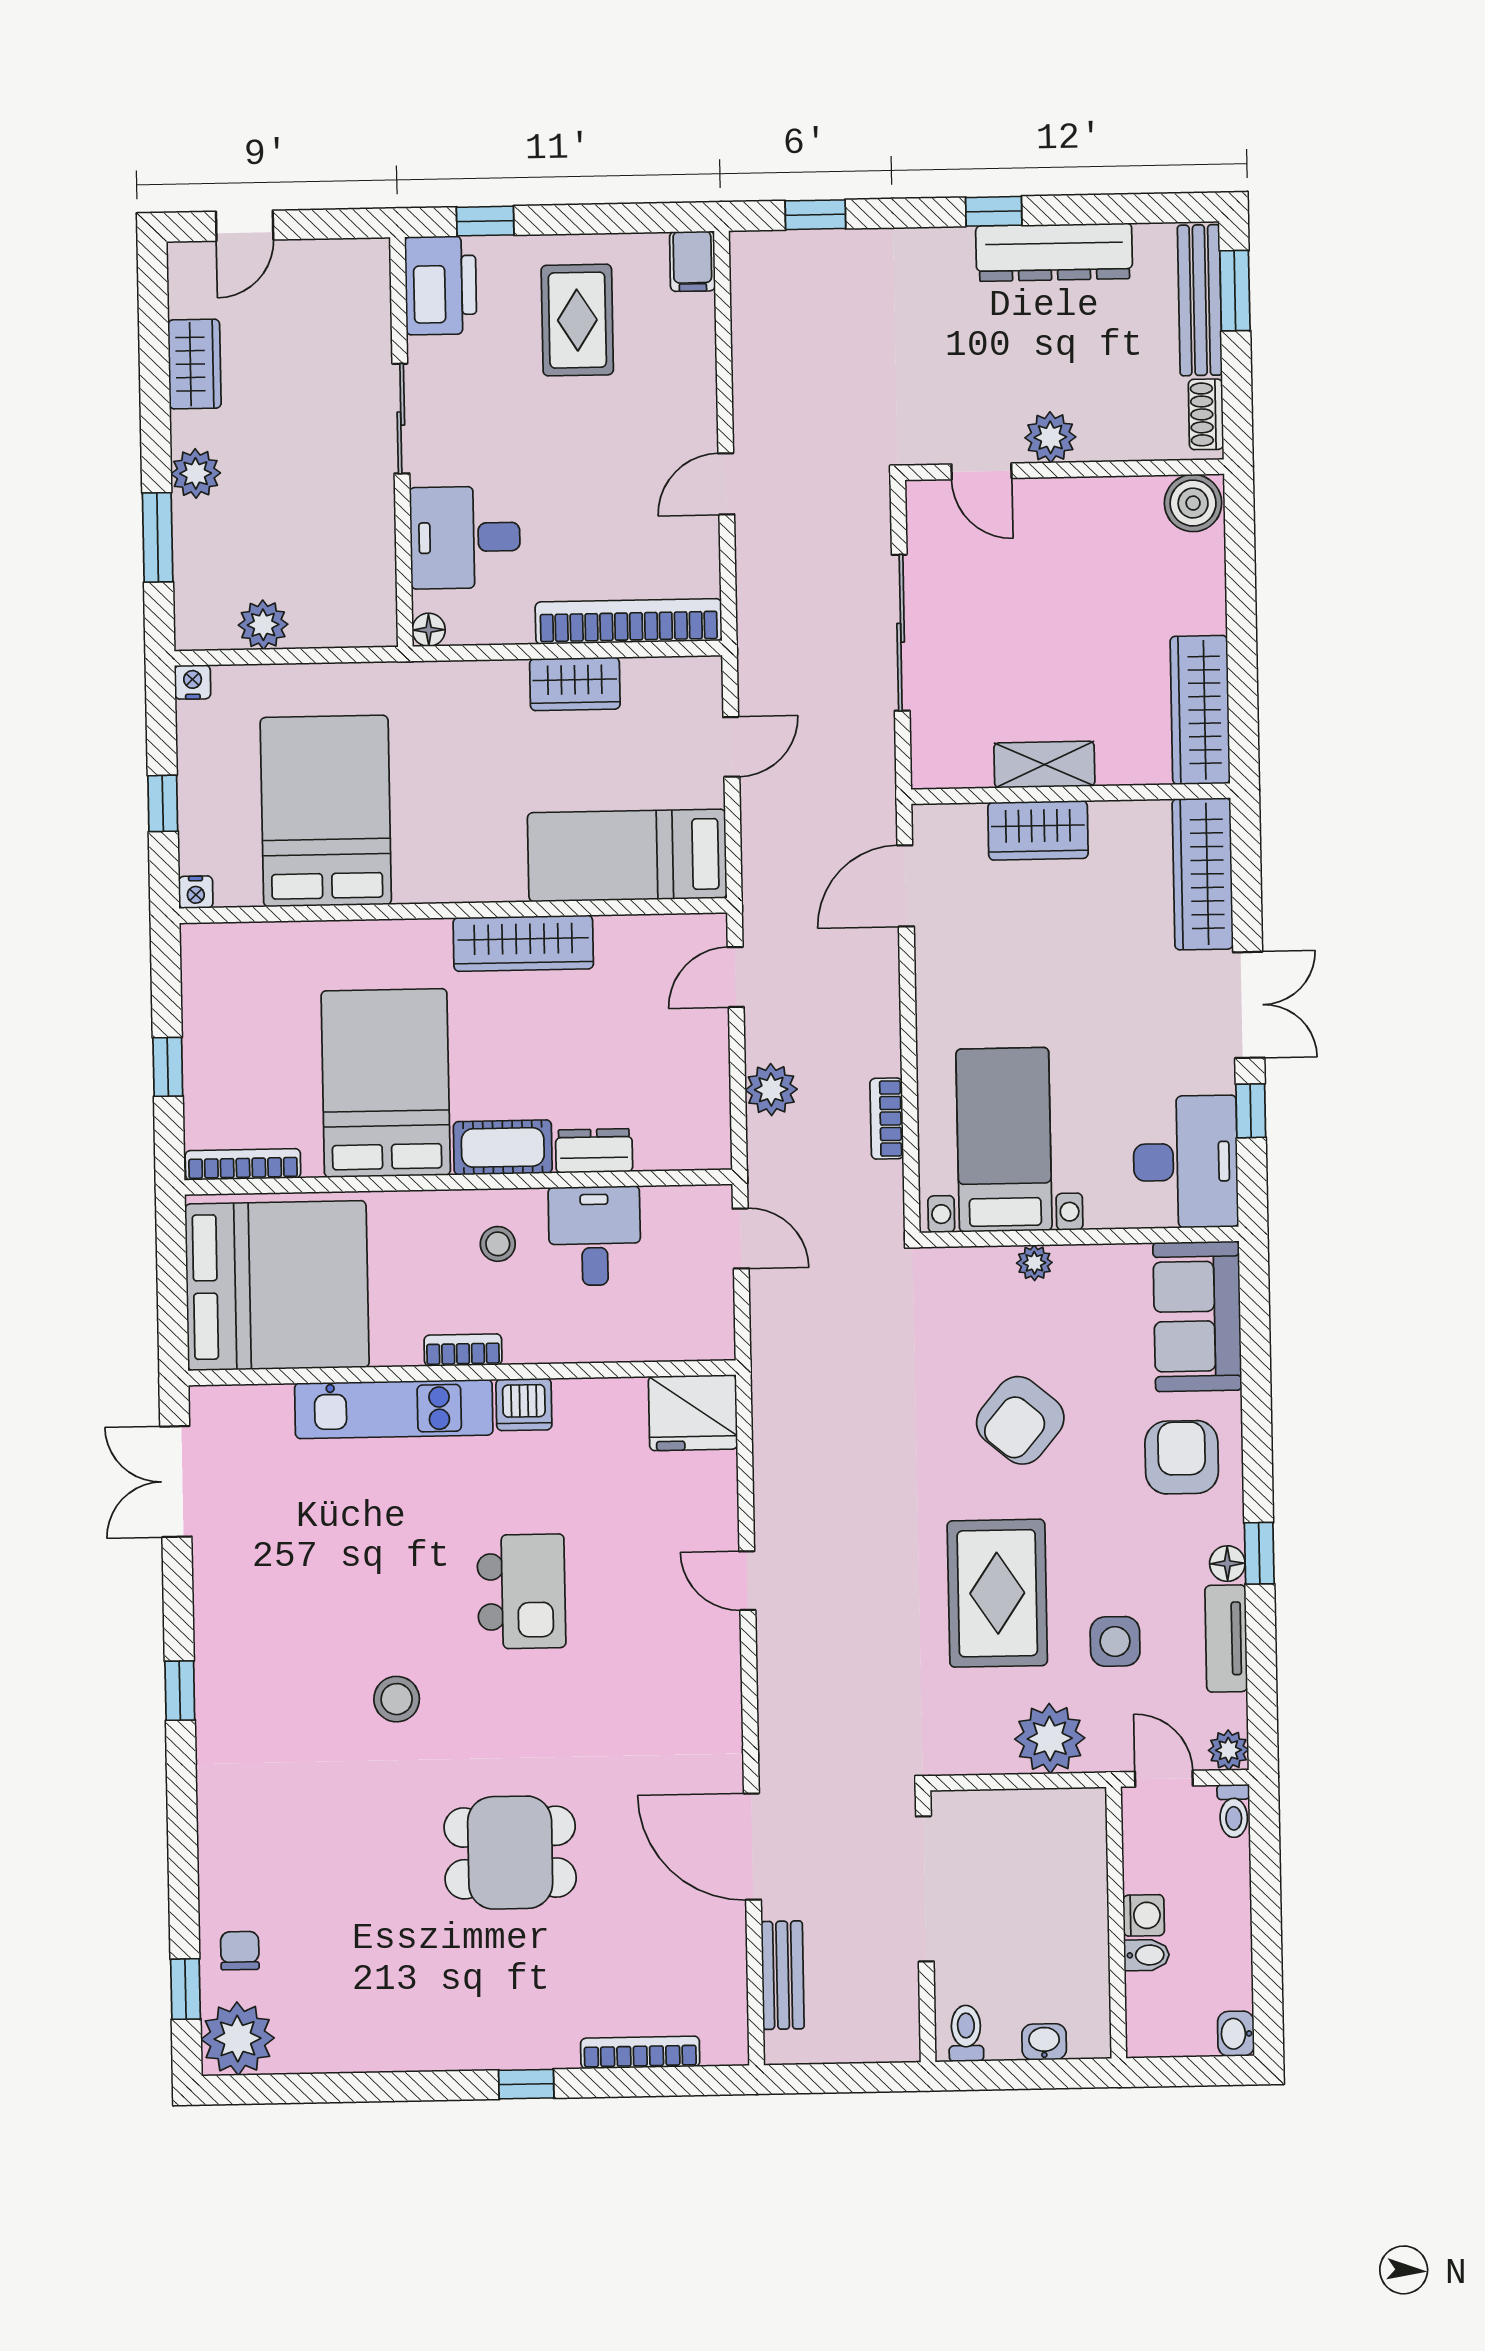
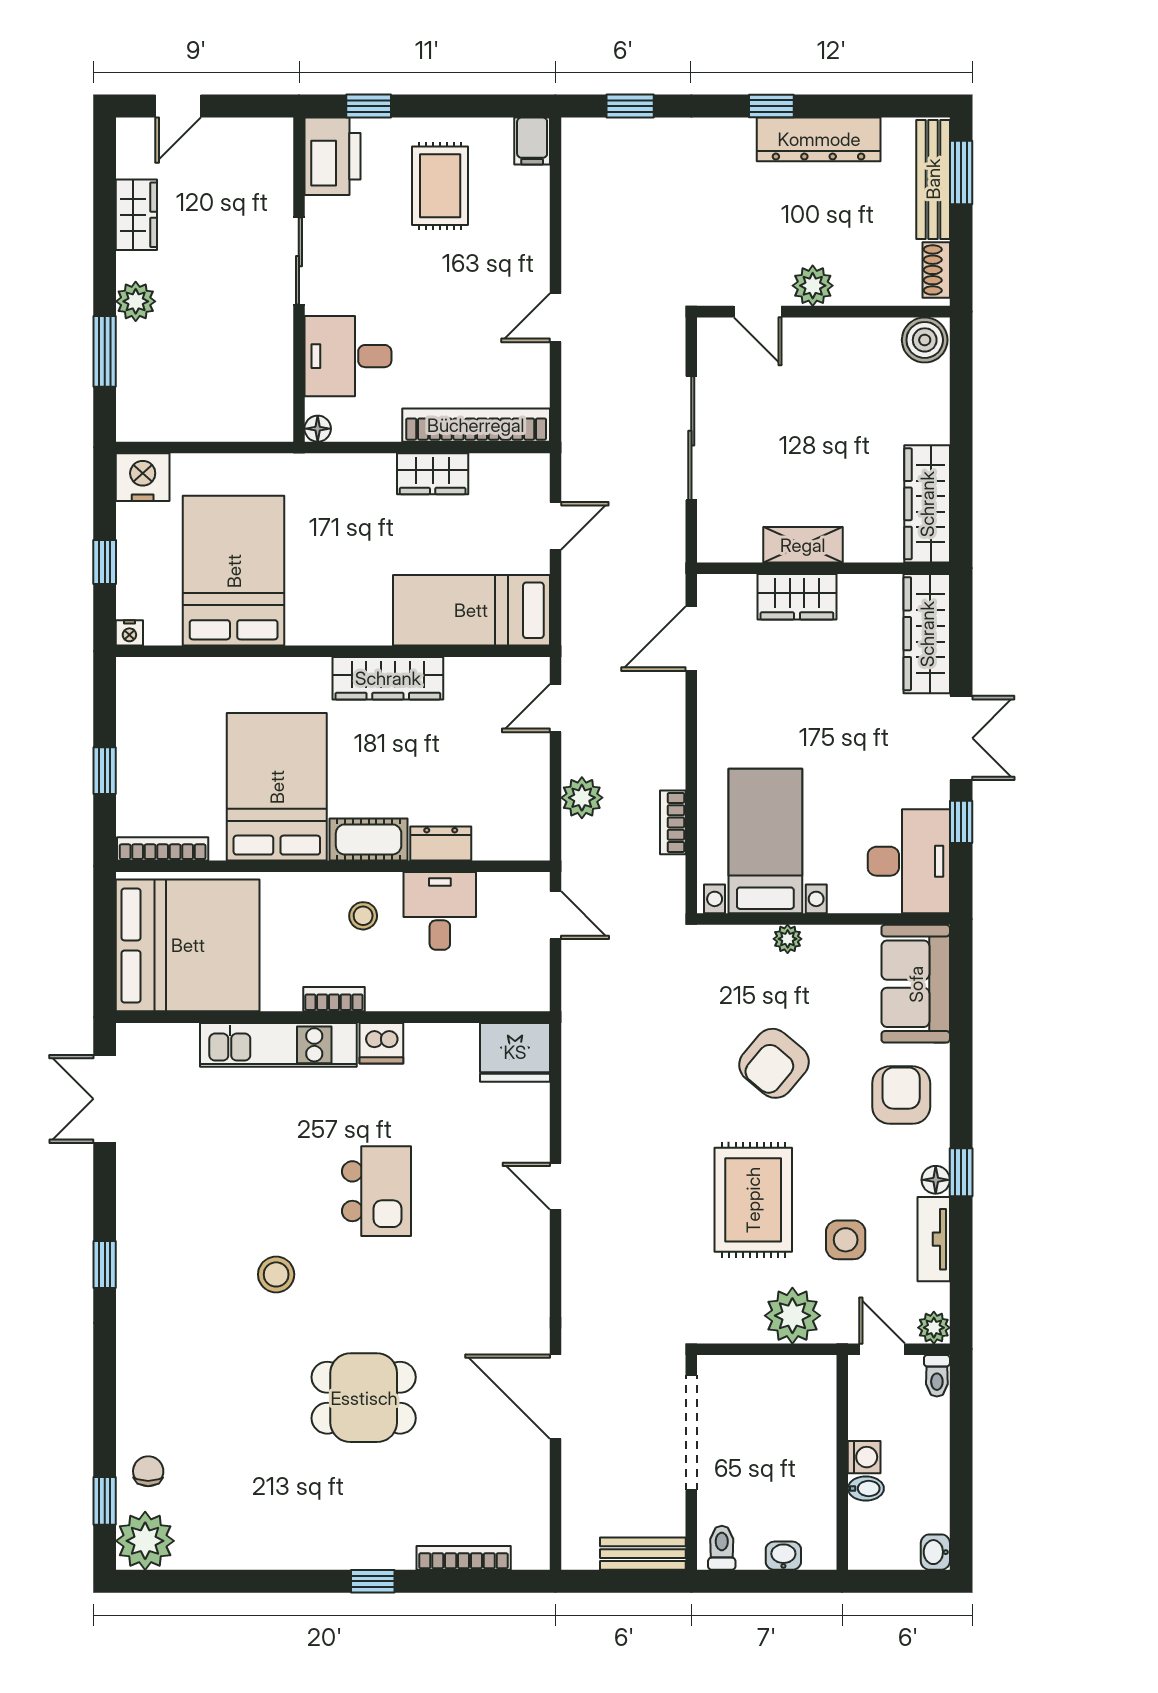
plant: (263, 625) -> (187, 422), removed
nightstand: (193, 682) -> (143, 477), width x1.89, depth x1.79
bench: (783, 1975) -> (643, 1554), moved, turned 90

